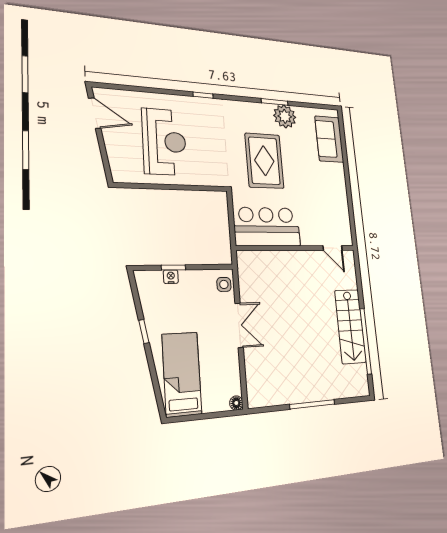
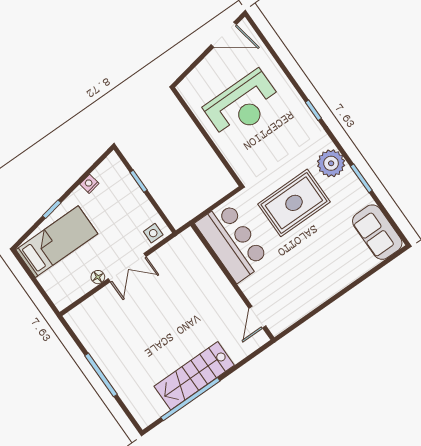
door: (95, 113) -> (224, 35), hinge flipped
plant: (285, 116) -> (331, 163), moved
sofa: (329, 139) -> (377, 232), moved, turned -90
nightstand: (171, 277) -> (89, 184), moved, turned -100
window: (144, 331) -> (52, 209), moved
floor lamp: (236, 403) -> (98, 277), moved

